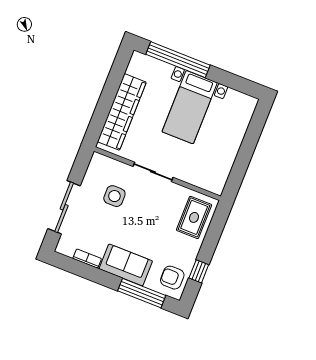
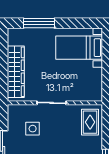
window: (178, 60) -> (39, 23), width x0.68
bed with nightstands: (190, 107) -> (79, 48), moved, turned 90

